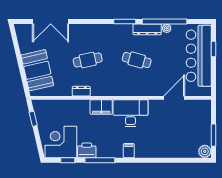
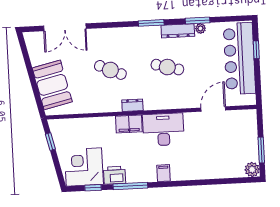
window: (165, 21) -> (198, 21), width x0.47
cafe table: (88, 60) -> (110, 70), turned 36
dresser: (81, 91) -> (132, 105), moved

